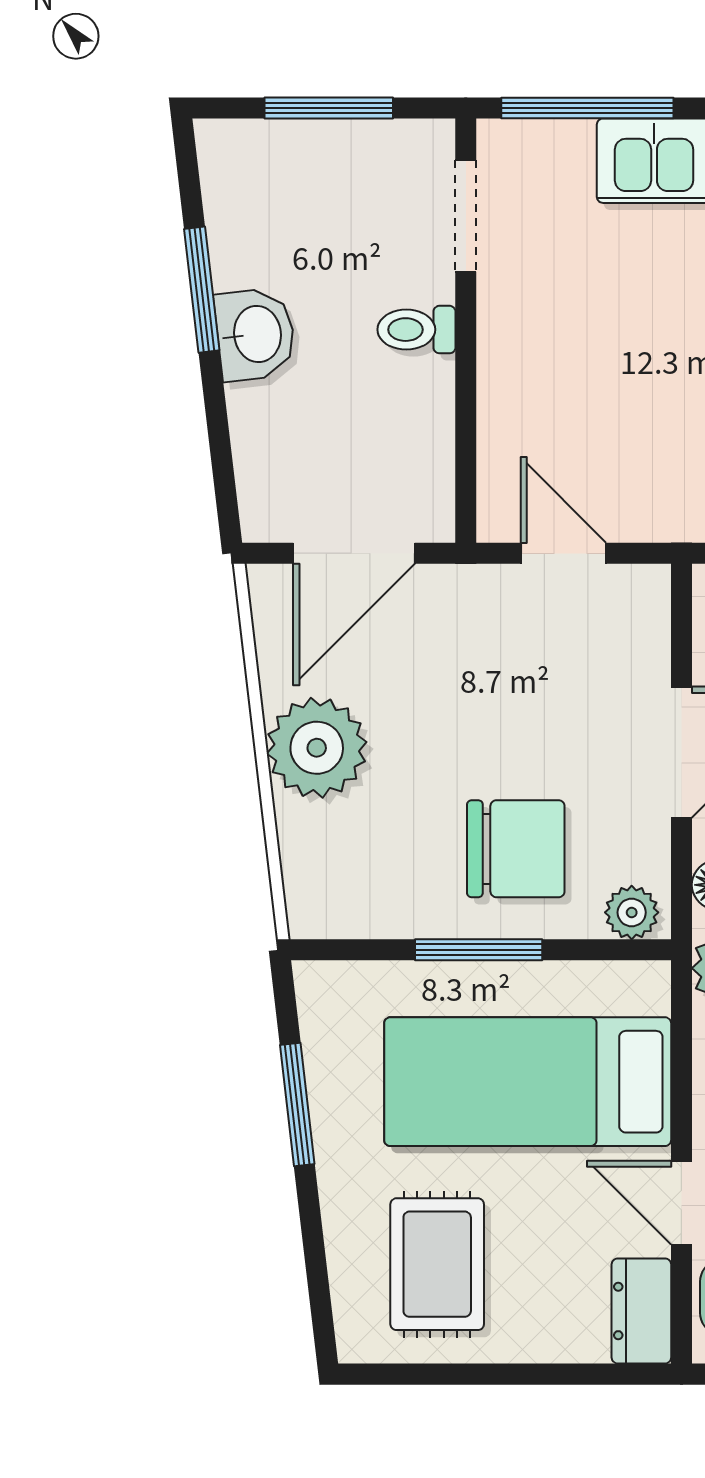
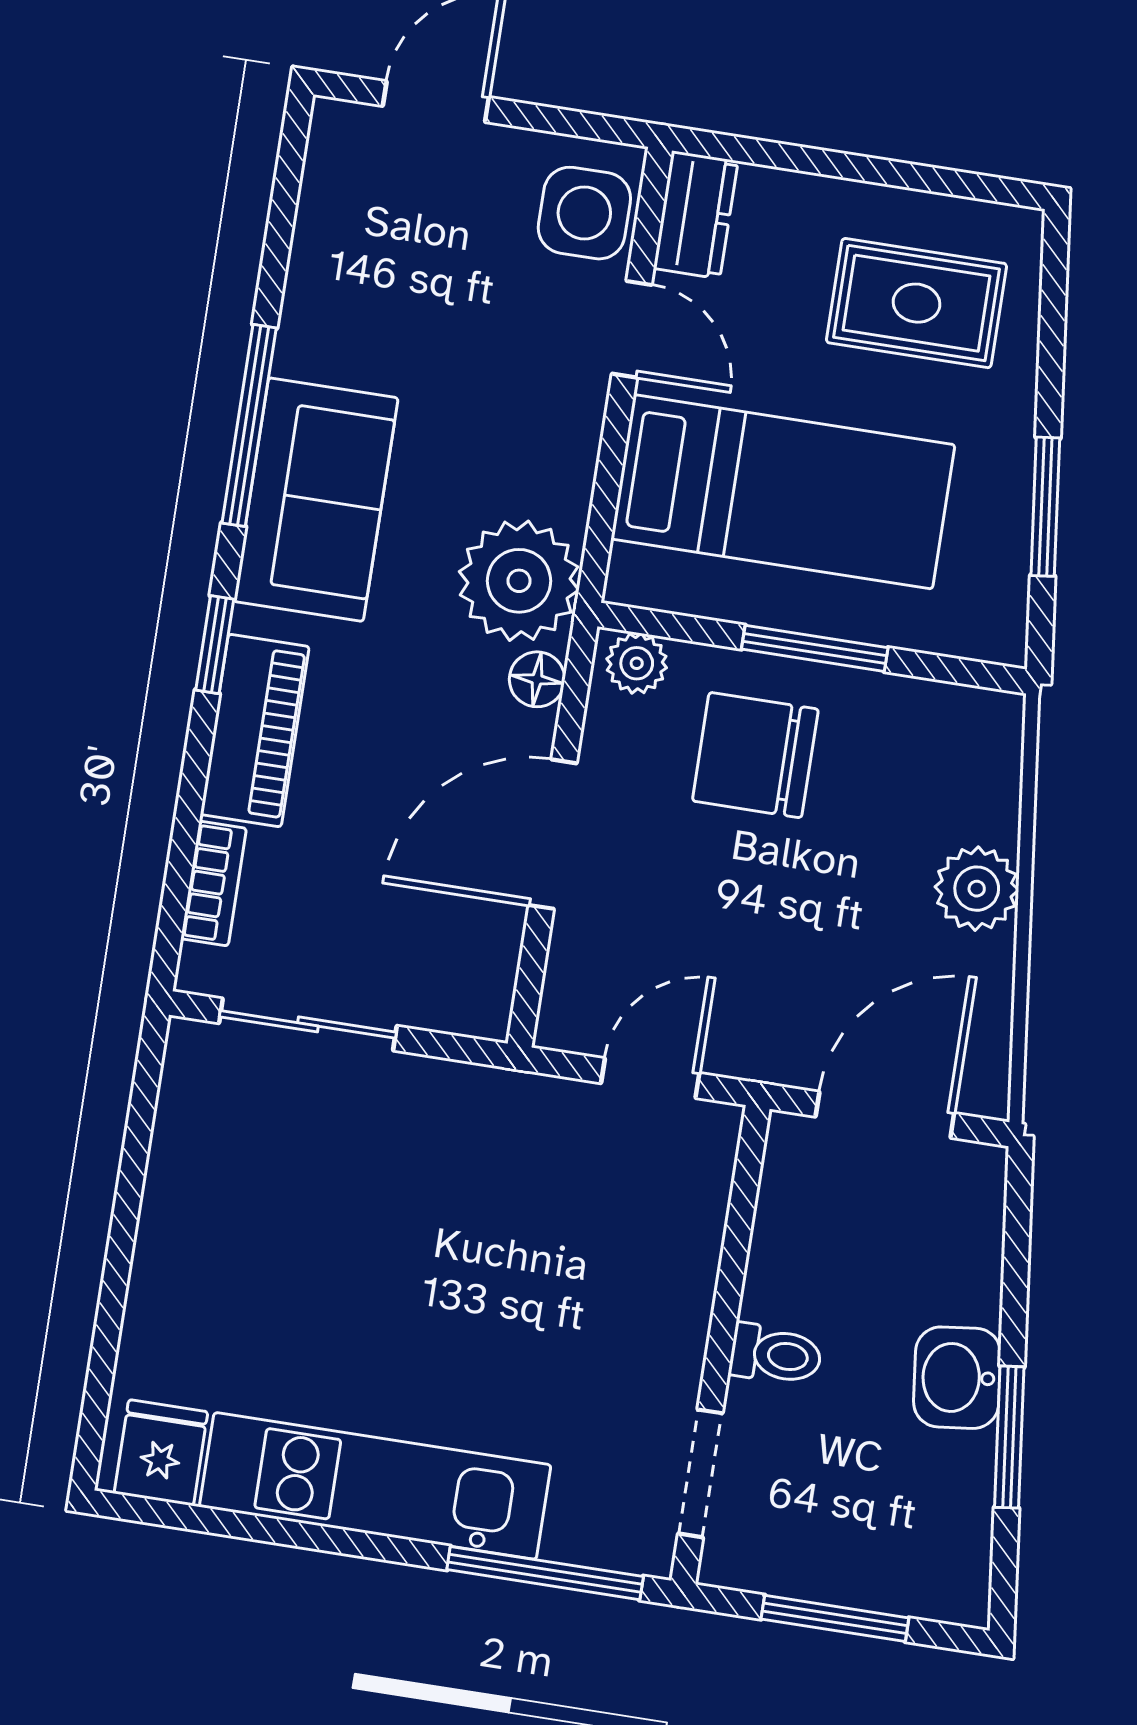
door: (563, 553) -> (650, 1078), swing flipped
plant: (317, 748) -> (977, 889), width x0.73, depth x0.73
rug: (437, 1264) -> (917, 303), turned 90

